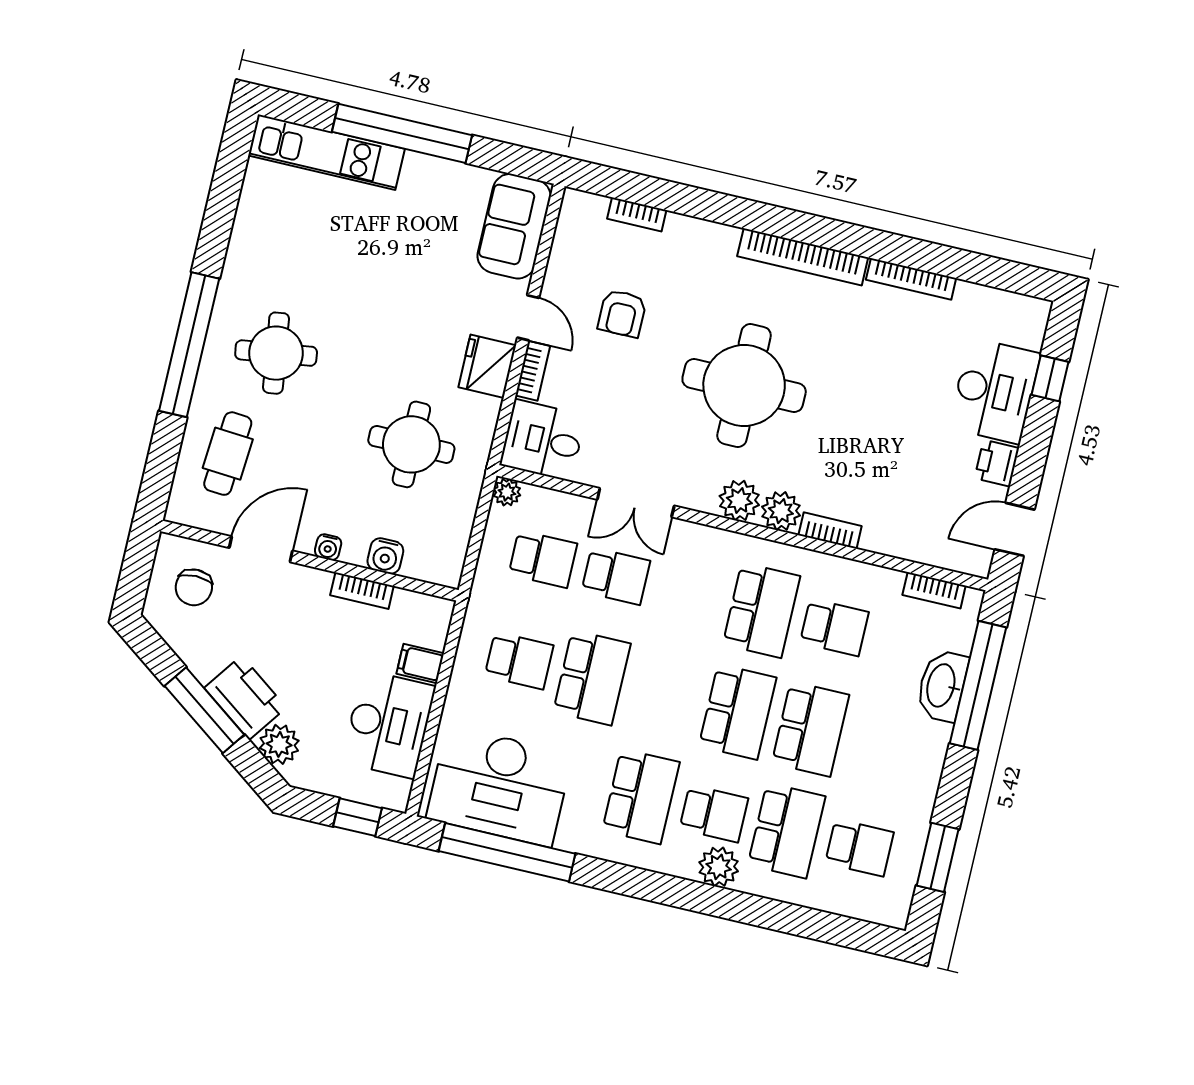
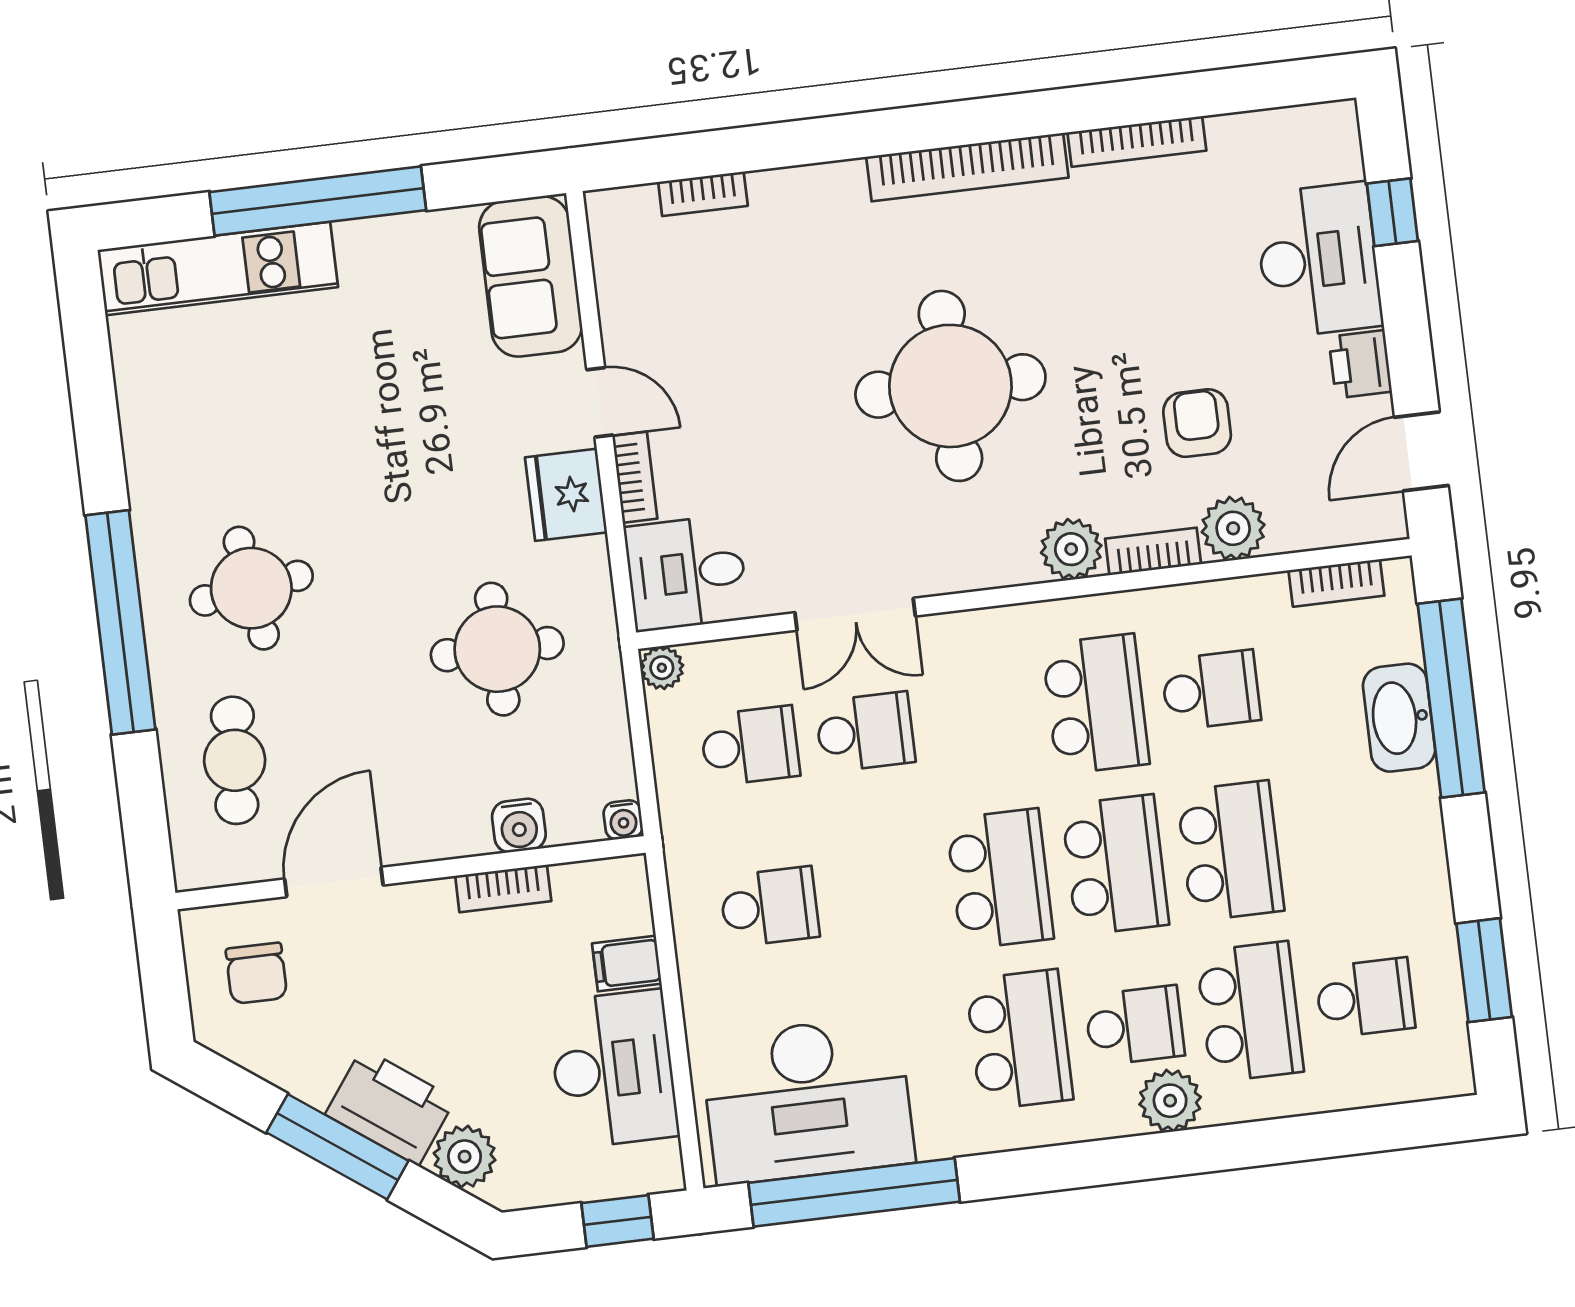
armchair: (622, 313) -> (1197, 423), moved, turned 180
plant: (739, 501) -> (1233, 528), moved
water cooler: (328, 547) -> (623, 820), moved
school desk: (592, 678) -> (1000, 879), moved

